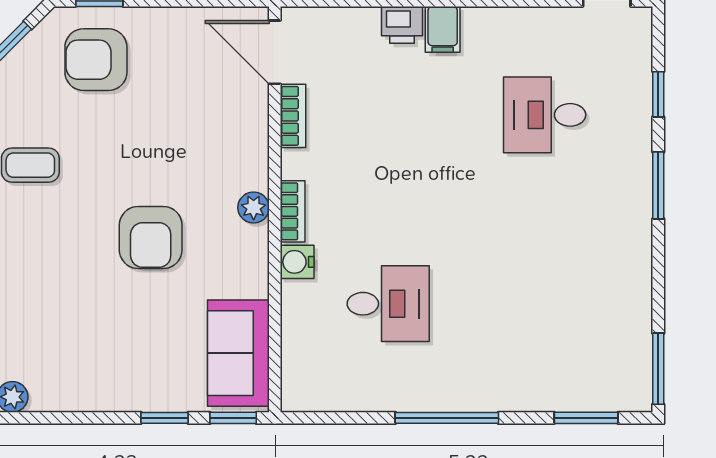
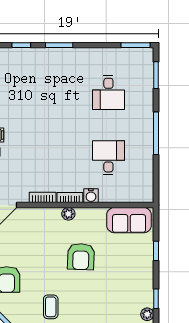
desk: (545, 115) -> (108, 92), moved
bookcase: (293, 116) -> (43, 197), moved
armchair: (151, 238) -> (81, 257), turned 92
window: (233, 418) -> (156, 299), moved

